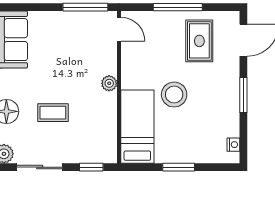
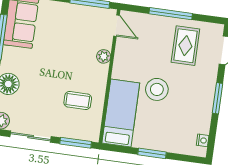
plant: (109, 83) -> (104, 56), moved
coffee table: (53, 113) -> (78, 100), moved
window: (91, 167) -> (76, 143), width x1.50

